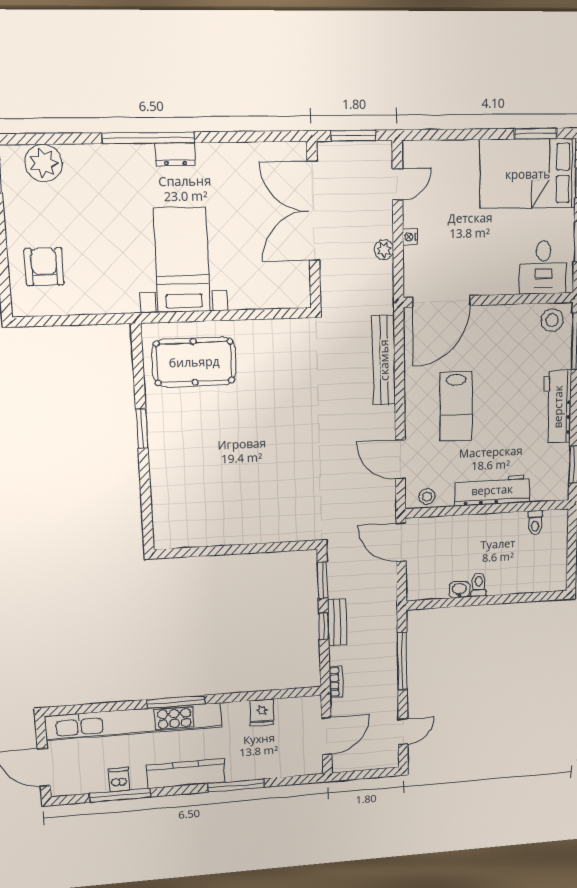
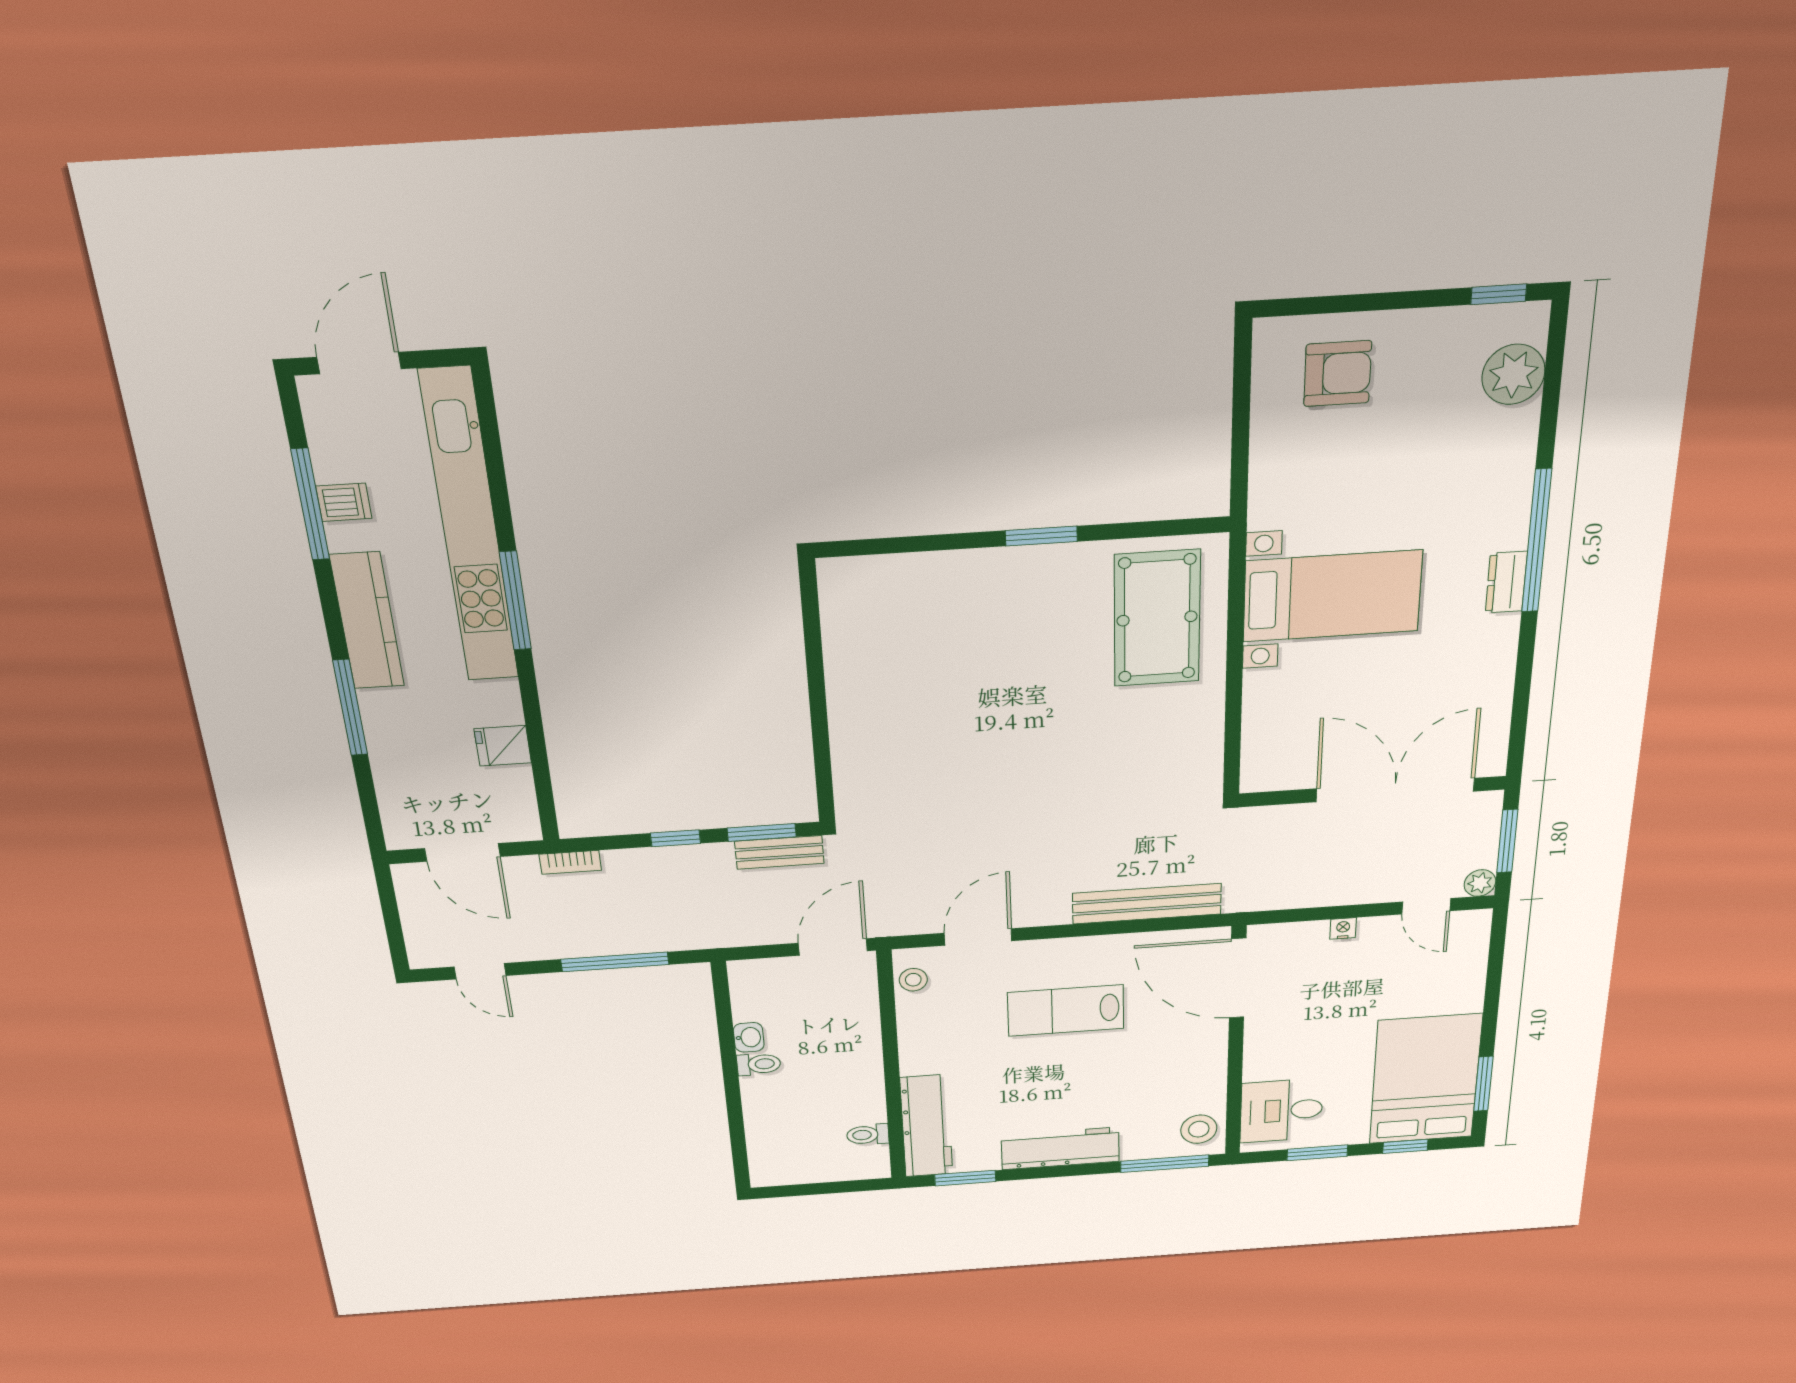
plant: (384, 250) -> (1480, 883), moved
workbench: (492, 490) -> (926, 1126), moved
bench: (337, 622) -> (779, 852), moved

